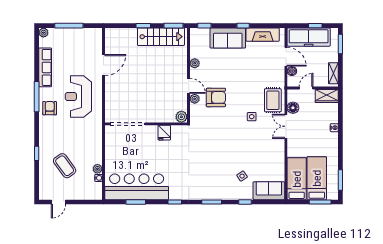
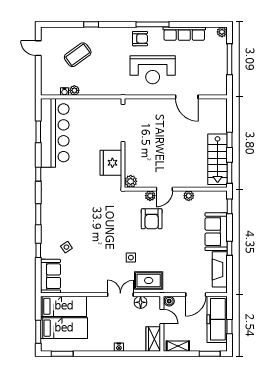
boiler: (292, 71) -> (169, 301), moved
reception desk: (78, 97) -> (153, 70), turned 180
fridge: (164, 133) -> (111, 163), width x1.88, depth x1.34

